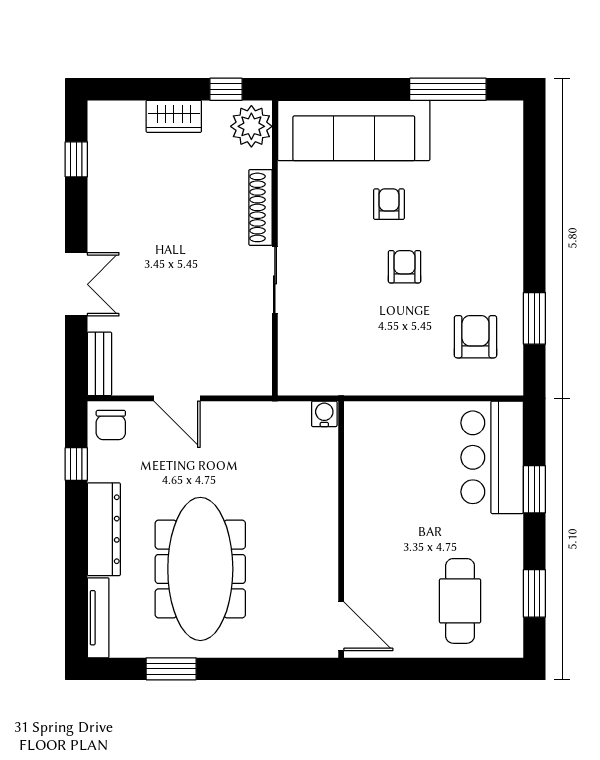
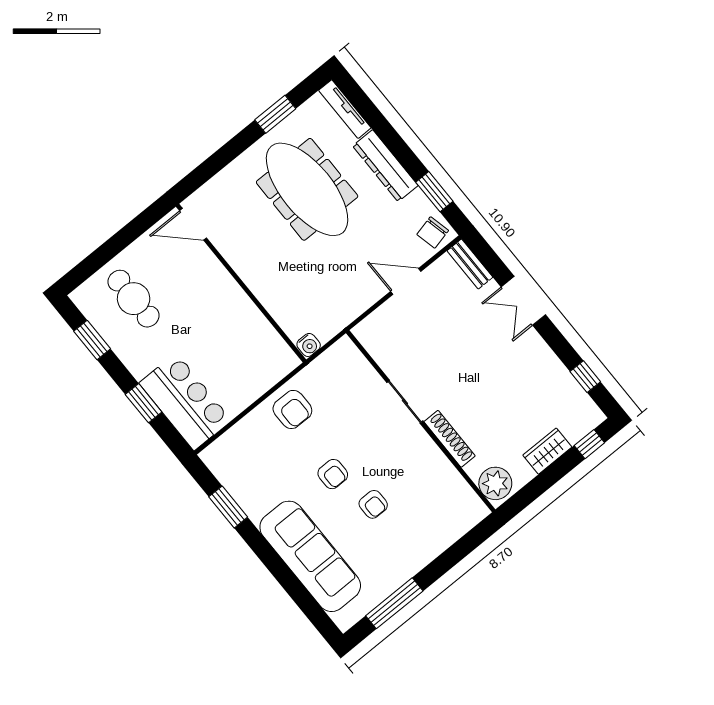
window: (226, 89) -> (589, 444), moved
sofa: (354, 130) -> (310, 556), moved, turned 90
armchair: (475, 337) -> (292, 409), moved
chair: (111, 425) -> (433, 232), turned -103
window: (76, 464) -> (434, 192), width x1.50

